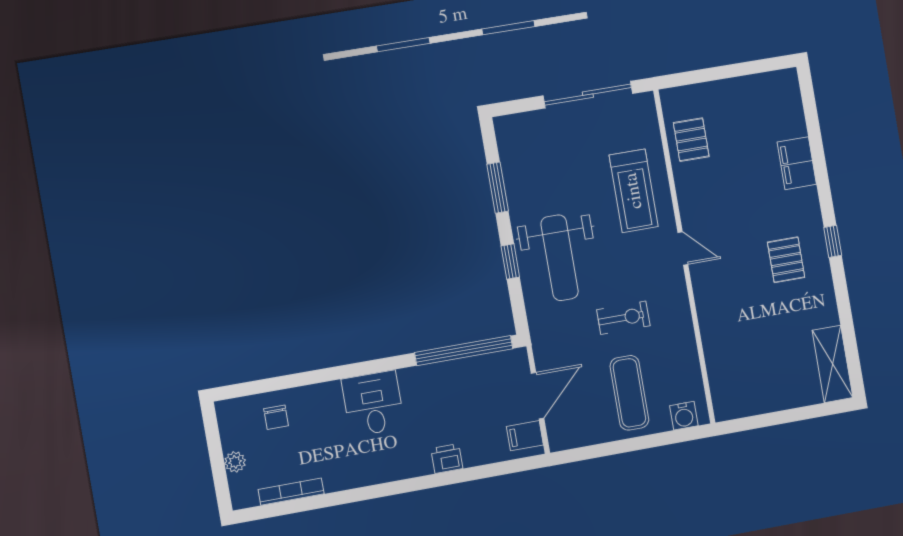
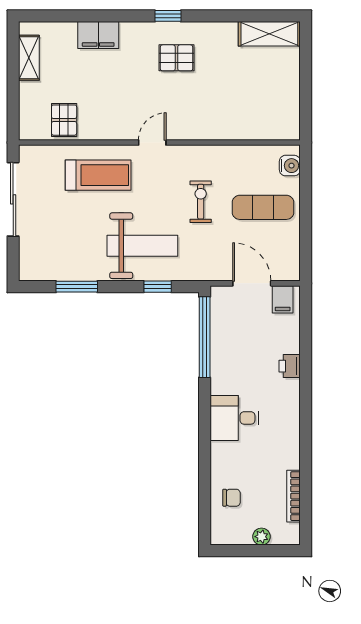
shelving: (756, 86) -> (29, 58), added
pallet: (691, 140) -> (64, 120), turned 90
window: (510, 262) -> (158, 287), moved

